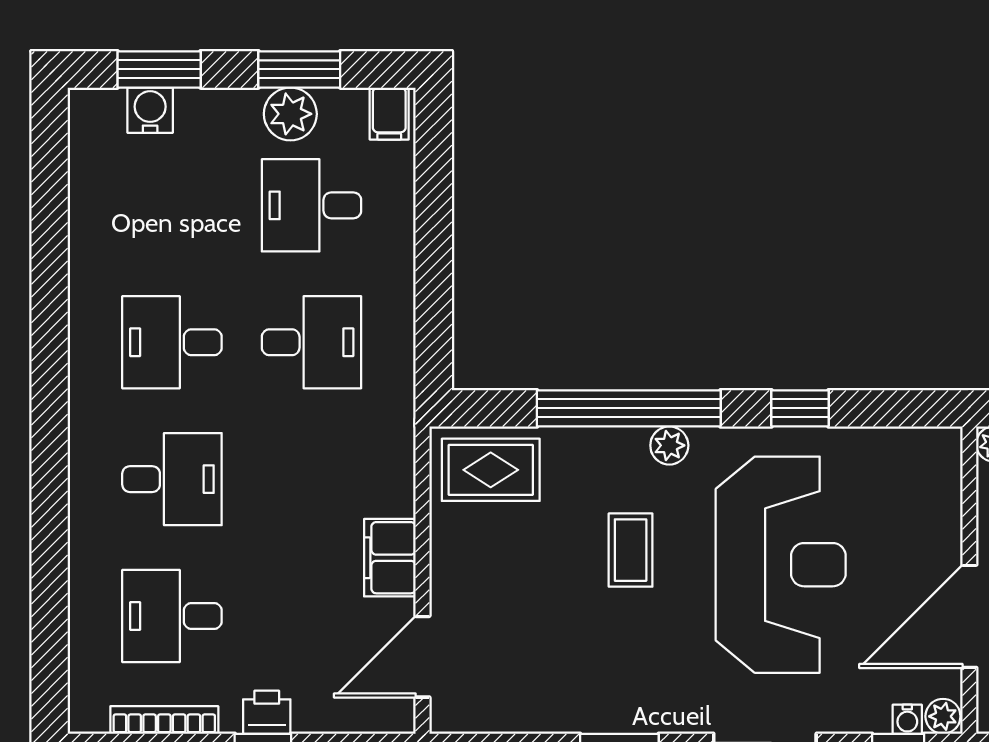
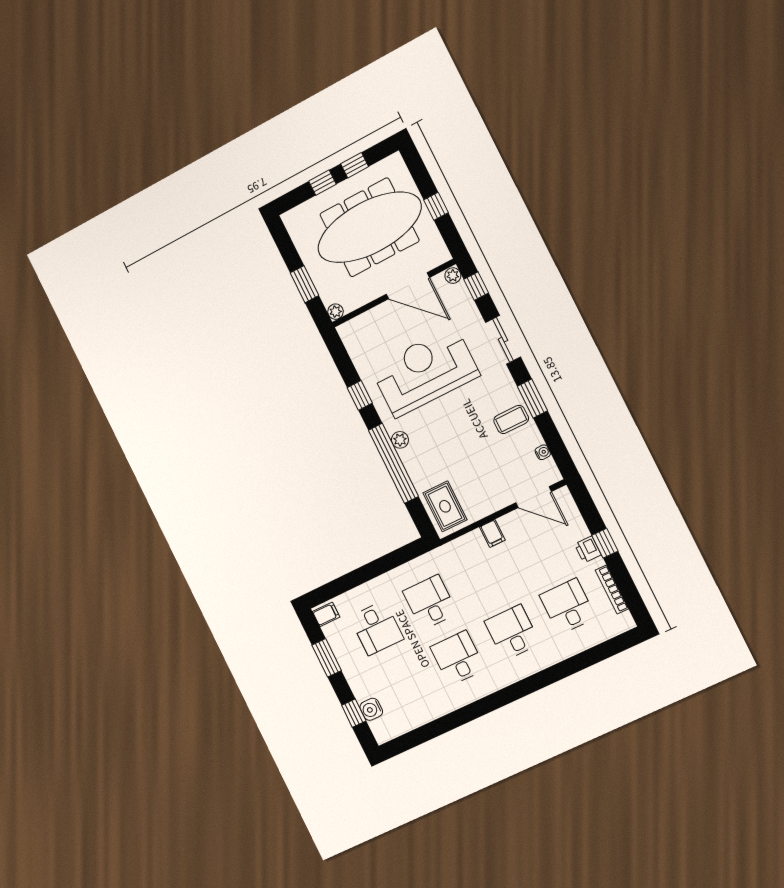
window: (159, 69) -> (354, 713), width x0.67
plant: (290, 114) -> (345, 653), removed
desk: (172, 342) -> (458, 658), turned 180
coffee table: (631, 550) -> (511, 419), moved
filing cabinet: (390, 558) -> (492, 533), width x0.50
desk: (172, 616) -> (568, 606), turned 180
water cooler: (907, 719) -> (543, 452), moved

